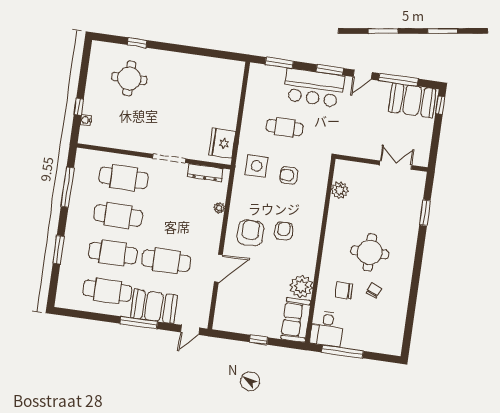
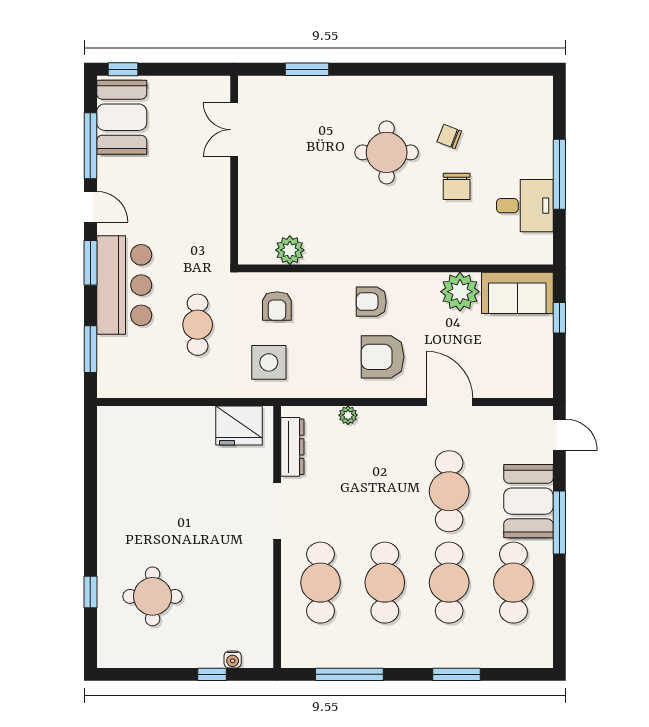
plant: (340, 190) -> (290, 250), moved
wall: (320, 251) -> (396, 268), moved
plant: (301, 286) -> (460, 292), moved
sofa: (296, 320) -> (517, 293), moved

